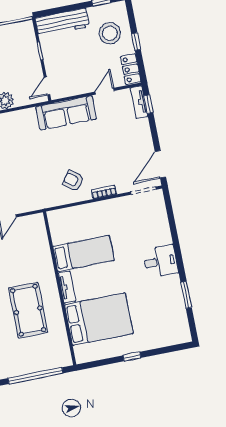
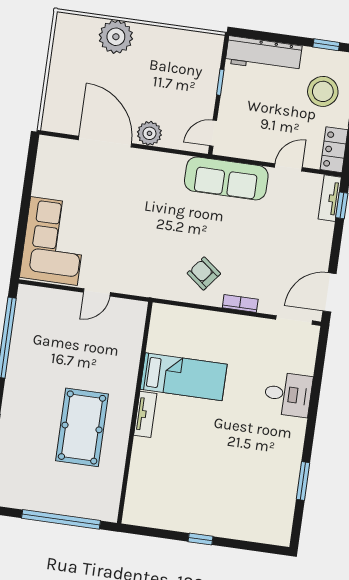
desk: (160, 261) -> (288, 394), moved
bed: (99, 319) -> (173, 473), removed

